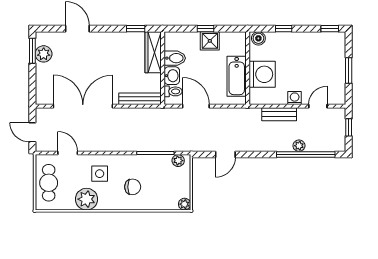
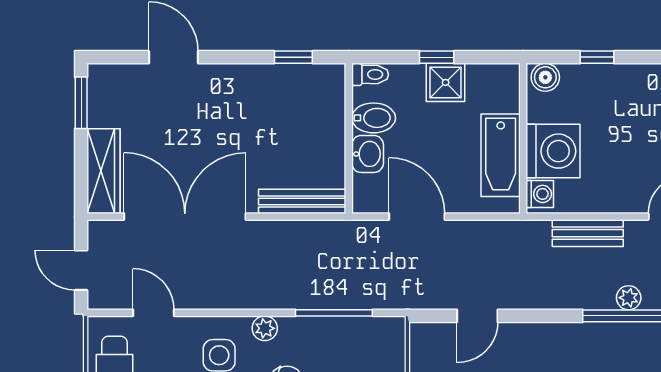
wardrobe: (153, 52) -> (104, 171), moved, turned 180
plant: (44, 54) -> (104, 109), removed
toilet: (173, 91) -> (370, 74), moved
washing machine: (295, 98) -> (540, 194), moved, turned 90
plant: (178, 161) -> (265, 328), moved

